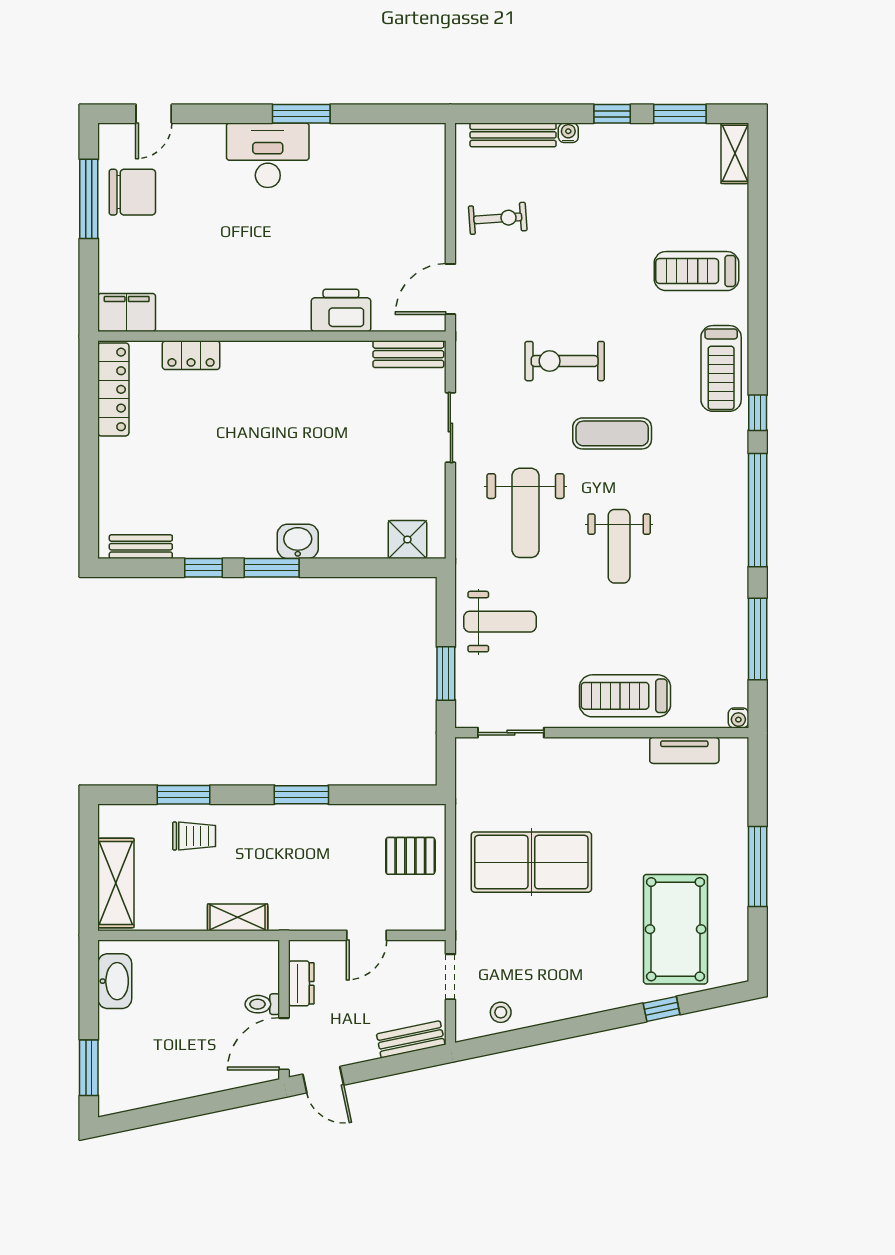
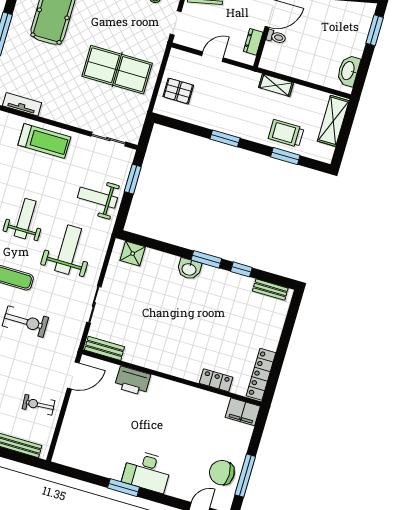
trolley: (194, 836) -> (286, 133), width x1.36, depth x1.39

